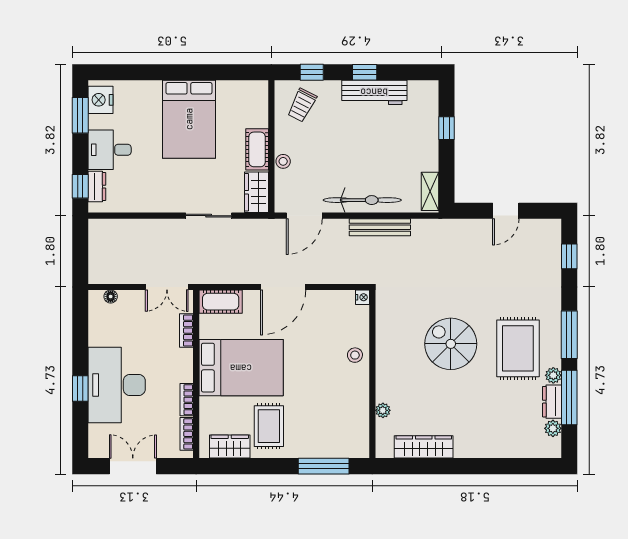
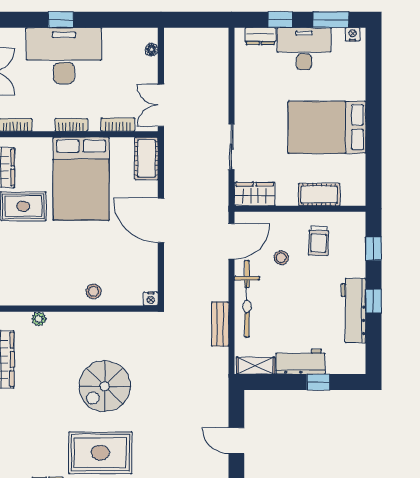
nightstand: (101, 100) -> (353, 34), width x0.53, depth x0.56
trolley: (302, 105) -> (319, 241), moved, turned -115
workbench: (426, 146) -> (301, 362), added
cot: (257, 149) -> (319, 195), moved
desk: (110, 150) -> (304, 49), width x1.37
stool: (283, 161) -> (281, 258), moved
window: (80, 186) -> (280, 20), moved
door: (304, 216) -> (231, 241), swing flipped
bench: (380, 227) -> (220, 324), width x0.73
spiral stairs: (451, 344) -> (105, 386), turned 180
bookcase: (187, 400) -> (71, 125), moved

